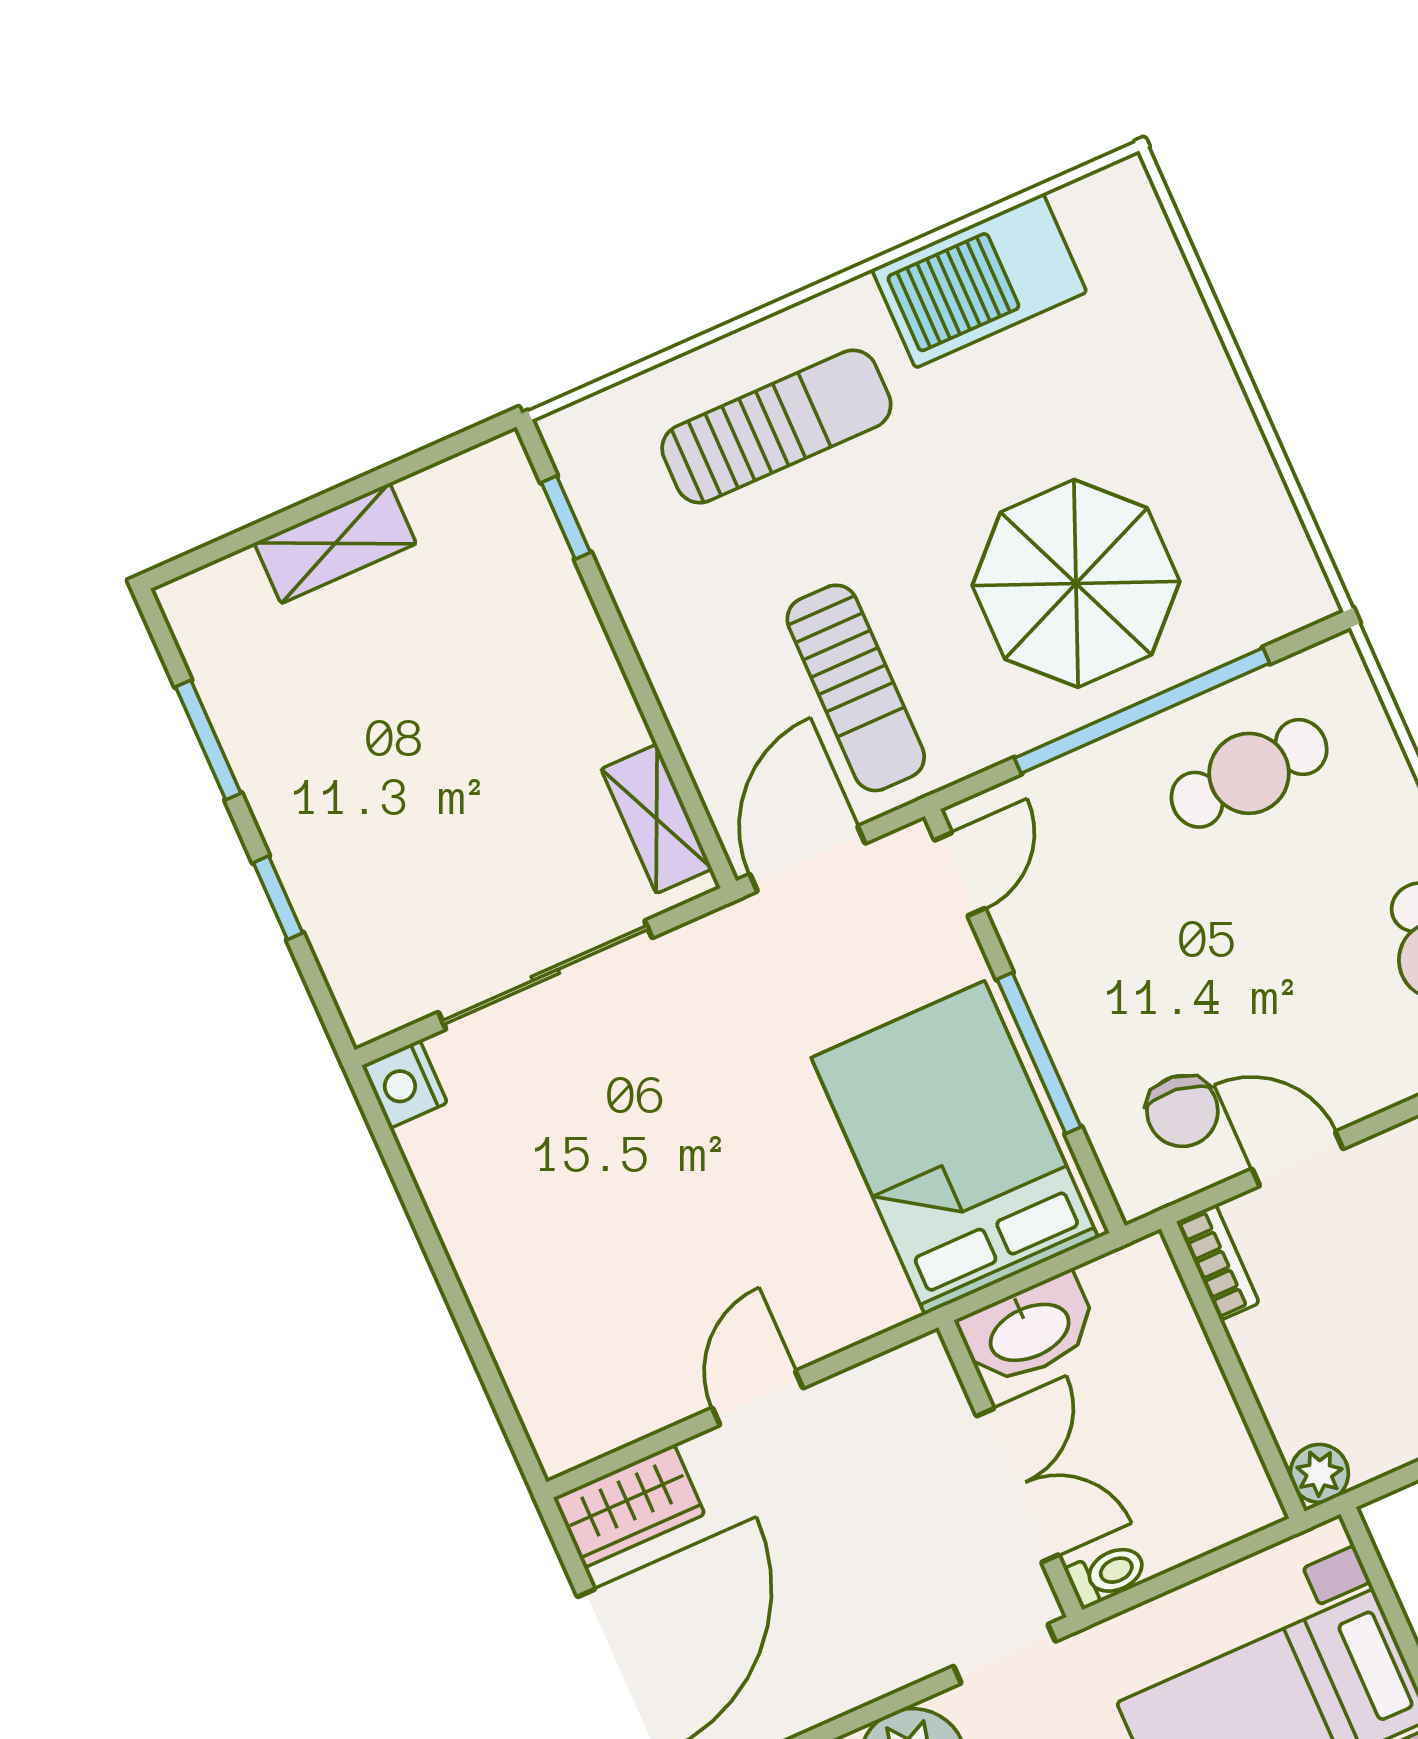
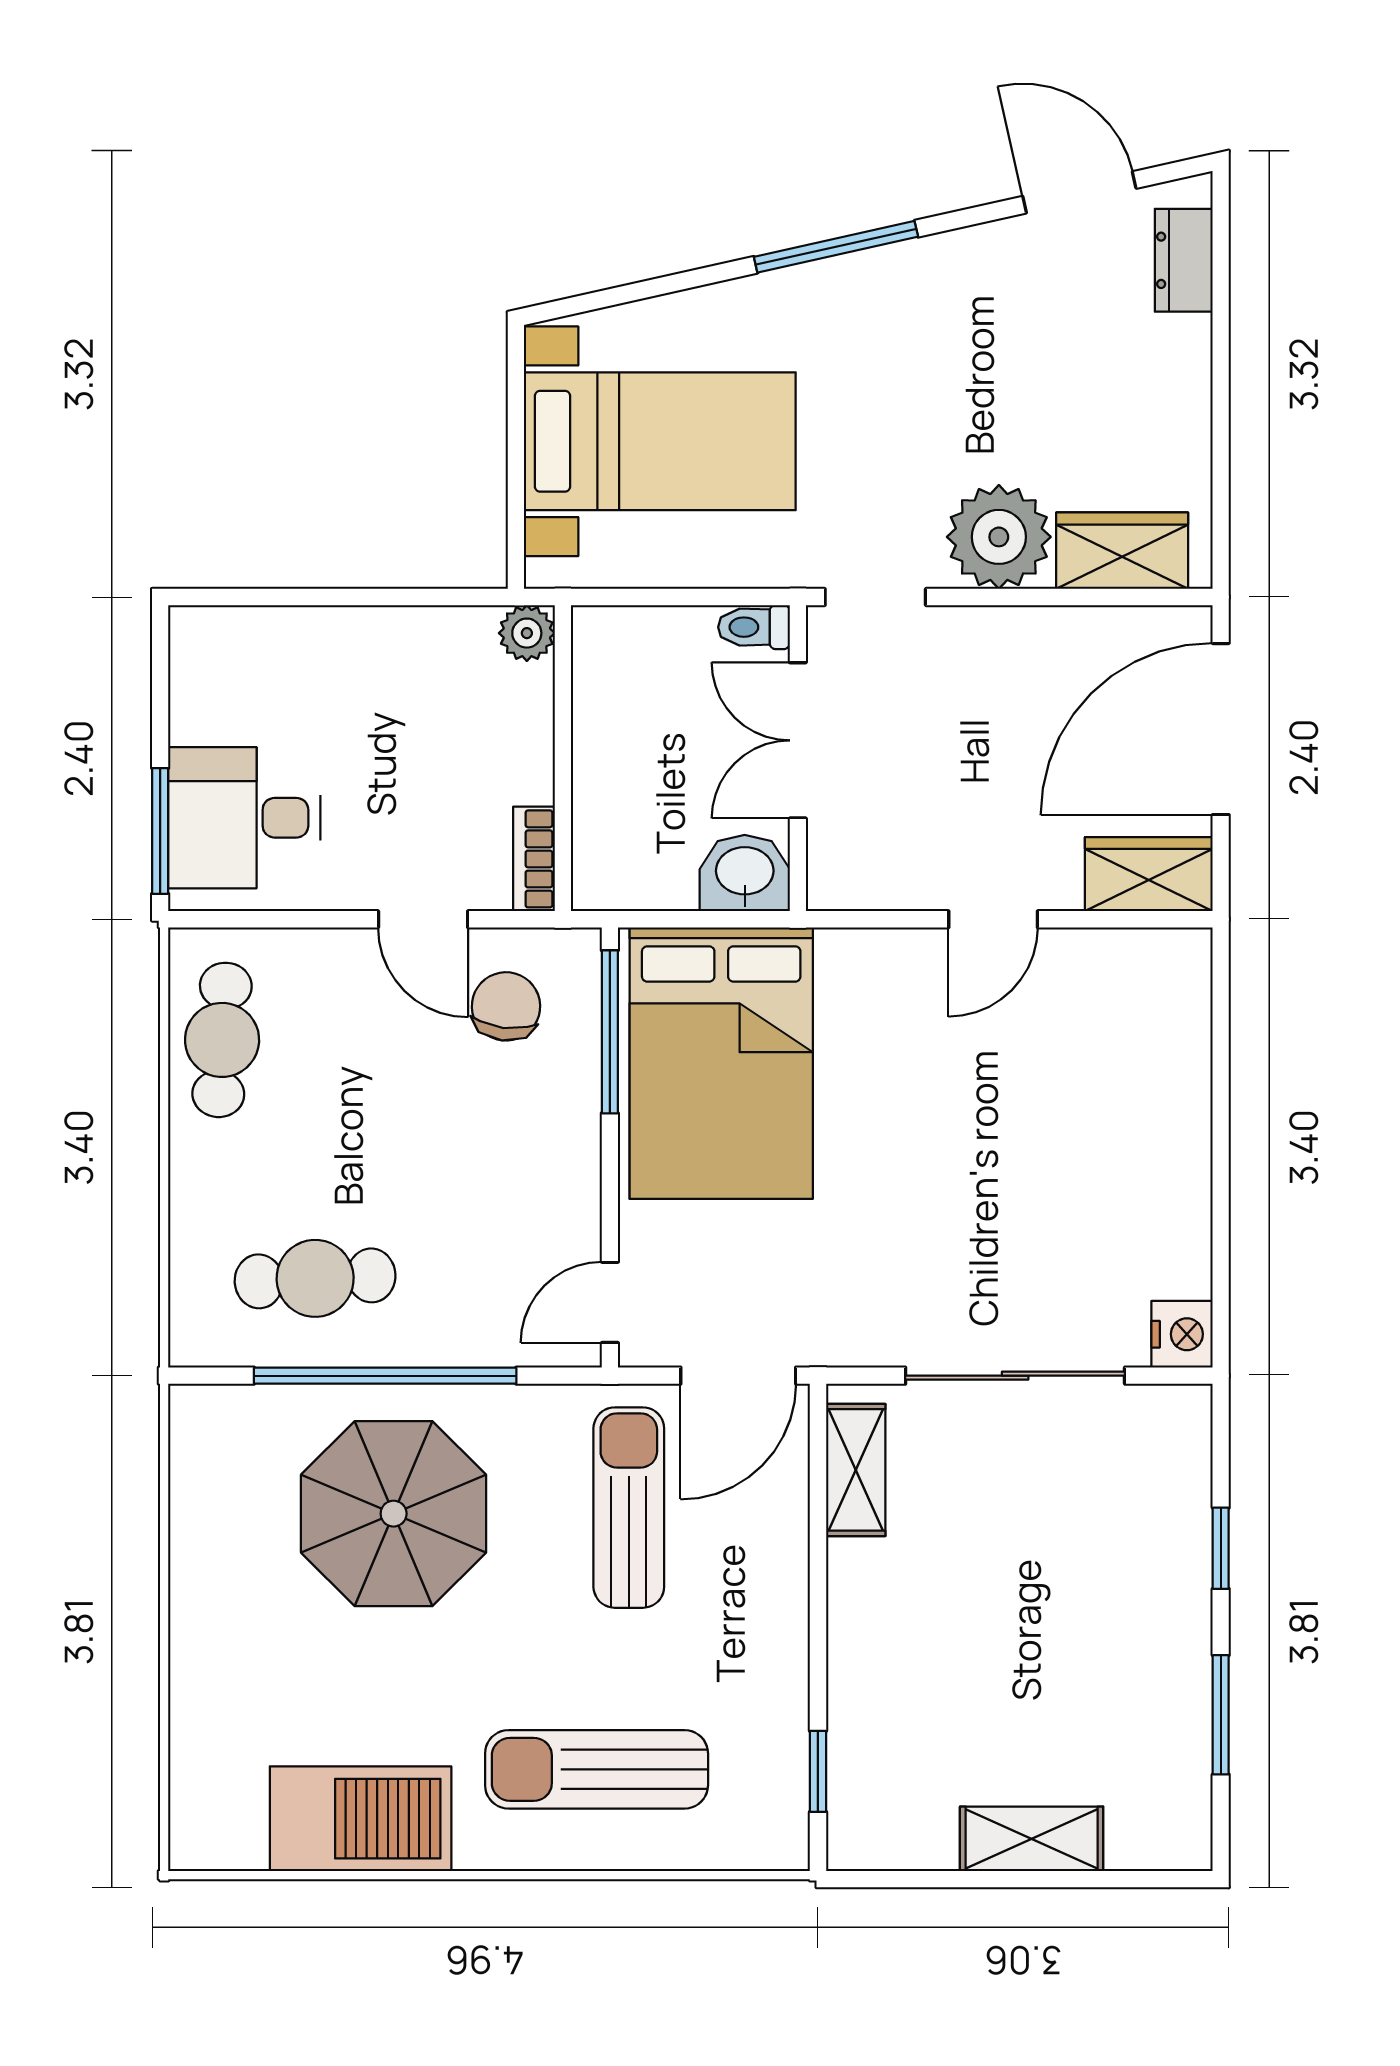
window: (1039, 1053) -> (610, 1032), moved
washbasin: (1029, 1330) -> (745, 873), width x0.72

